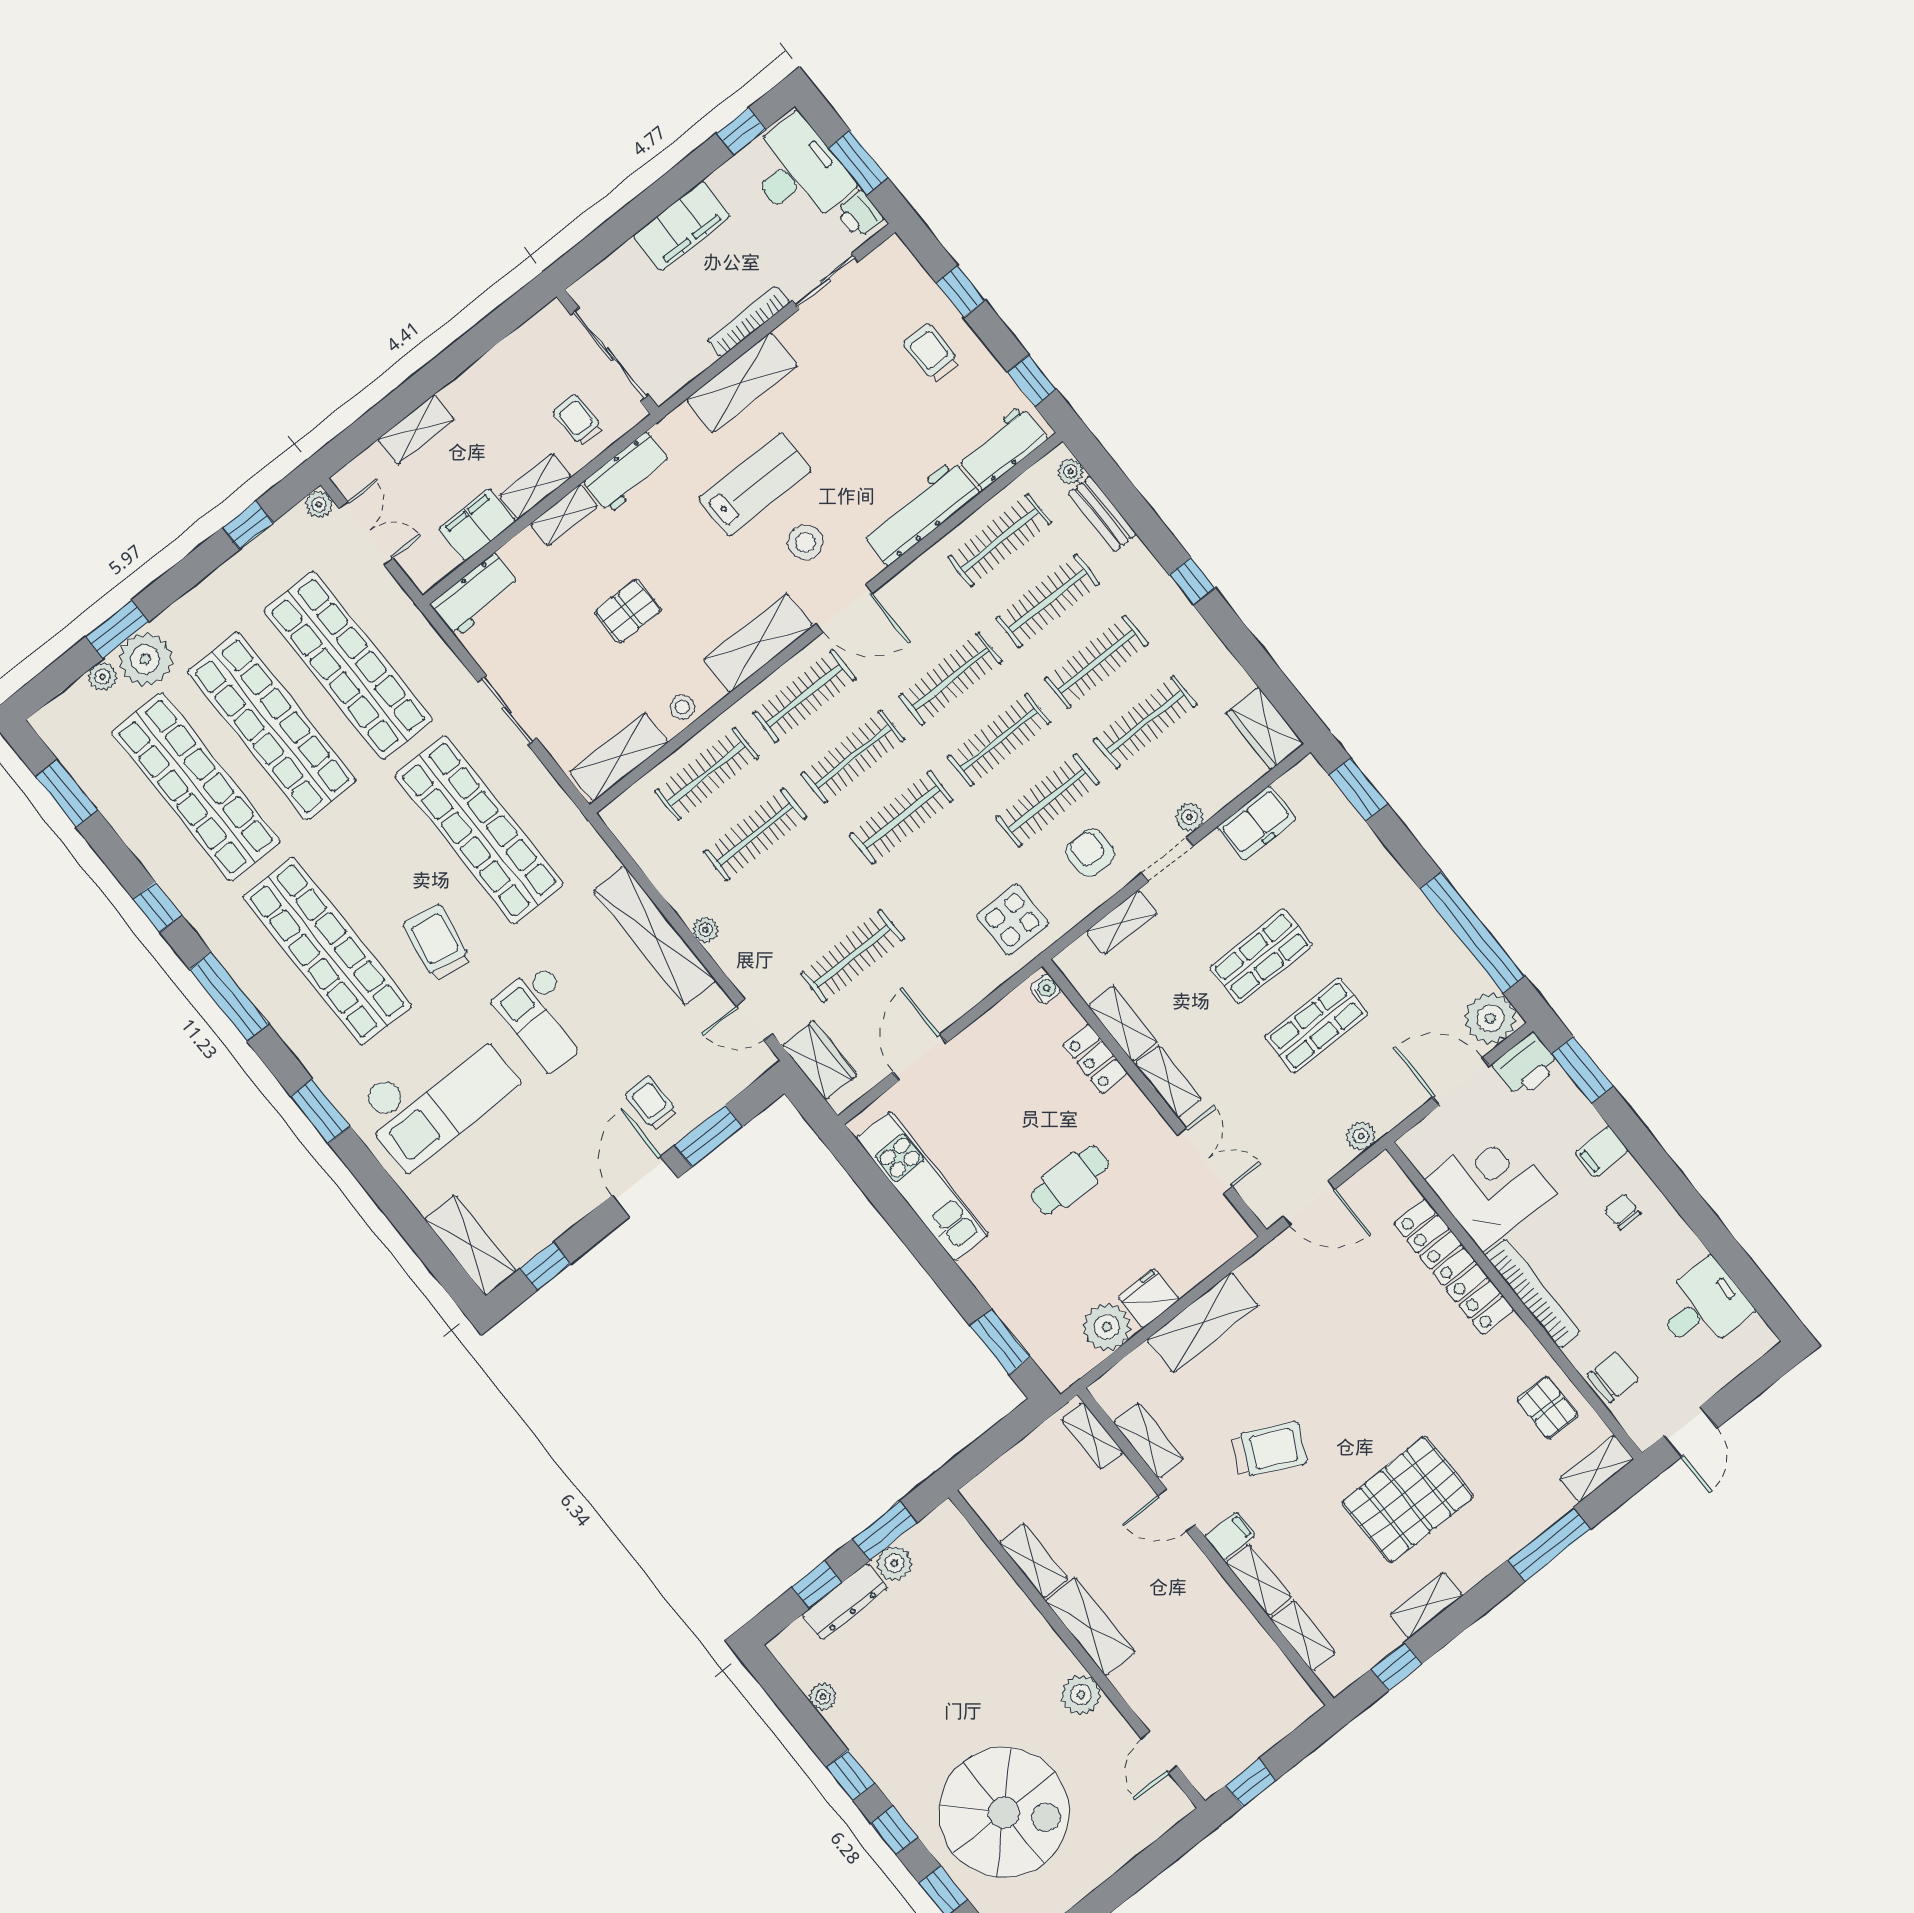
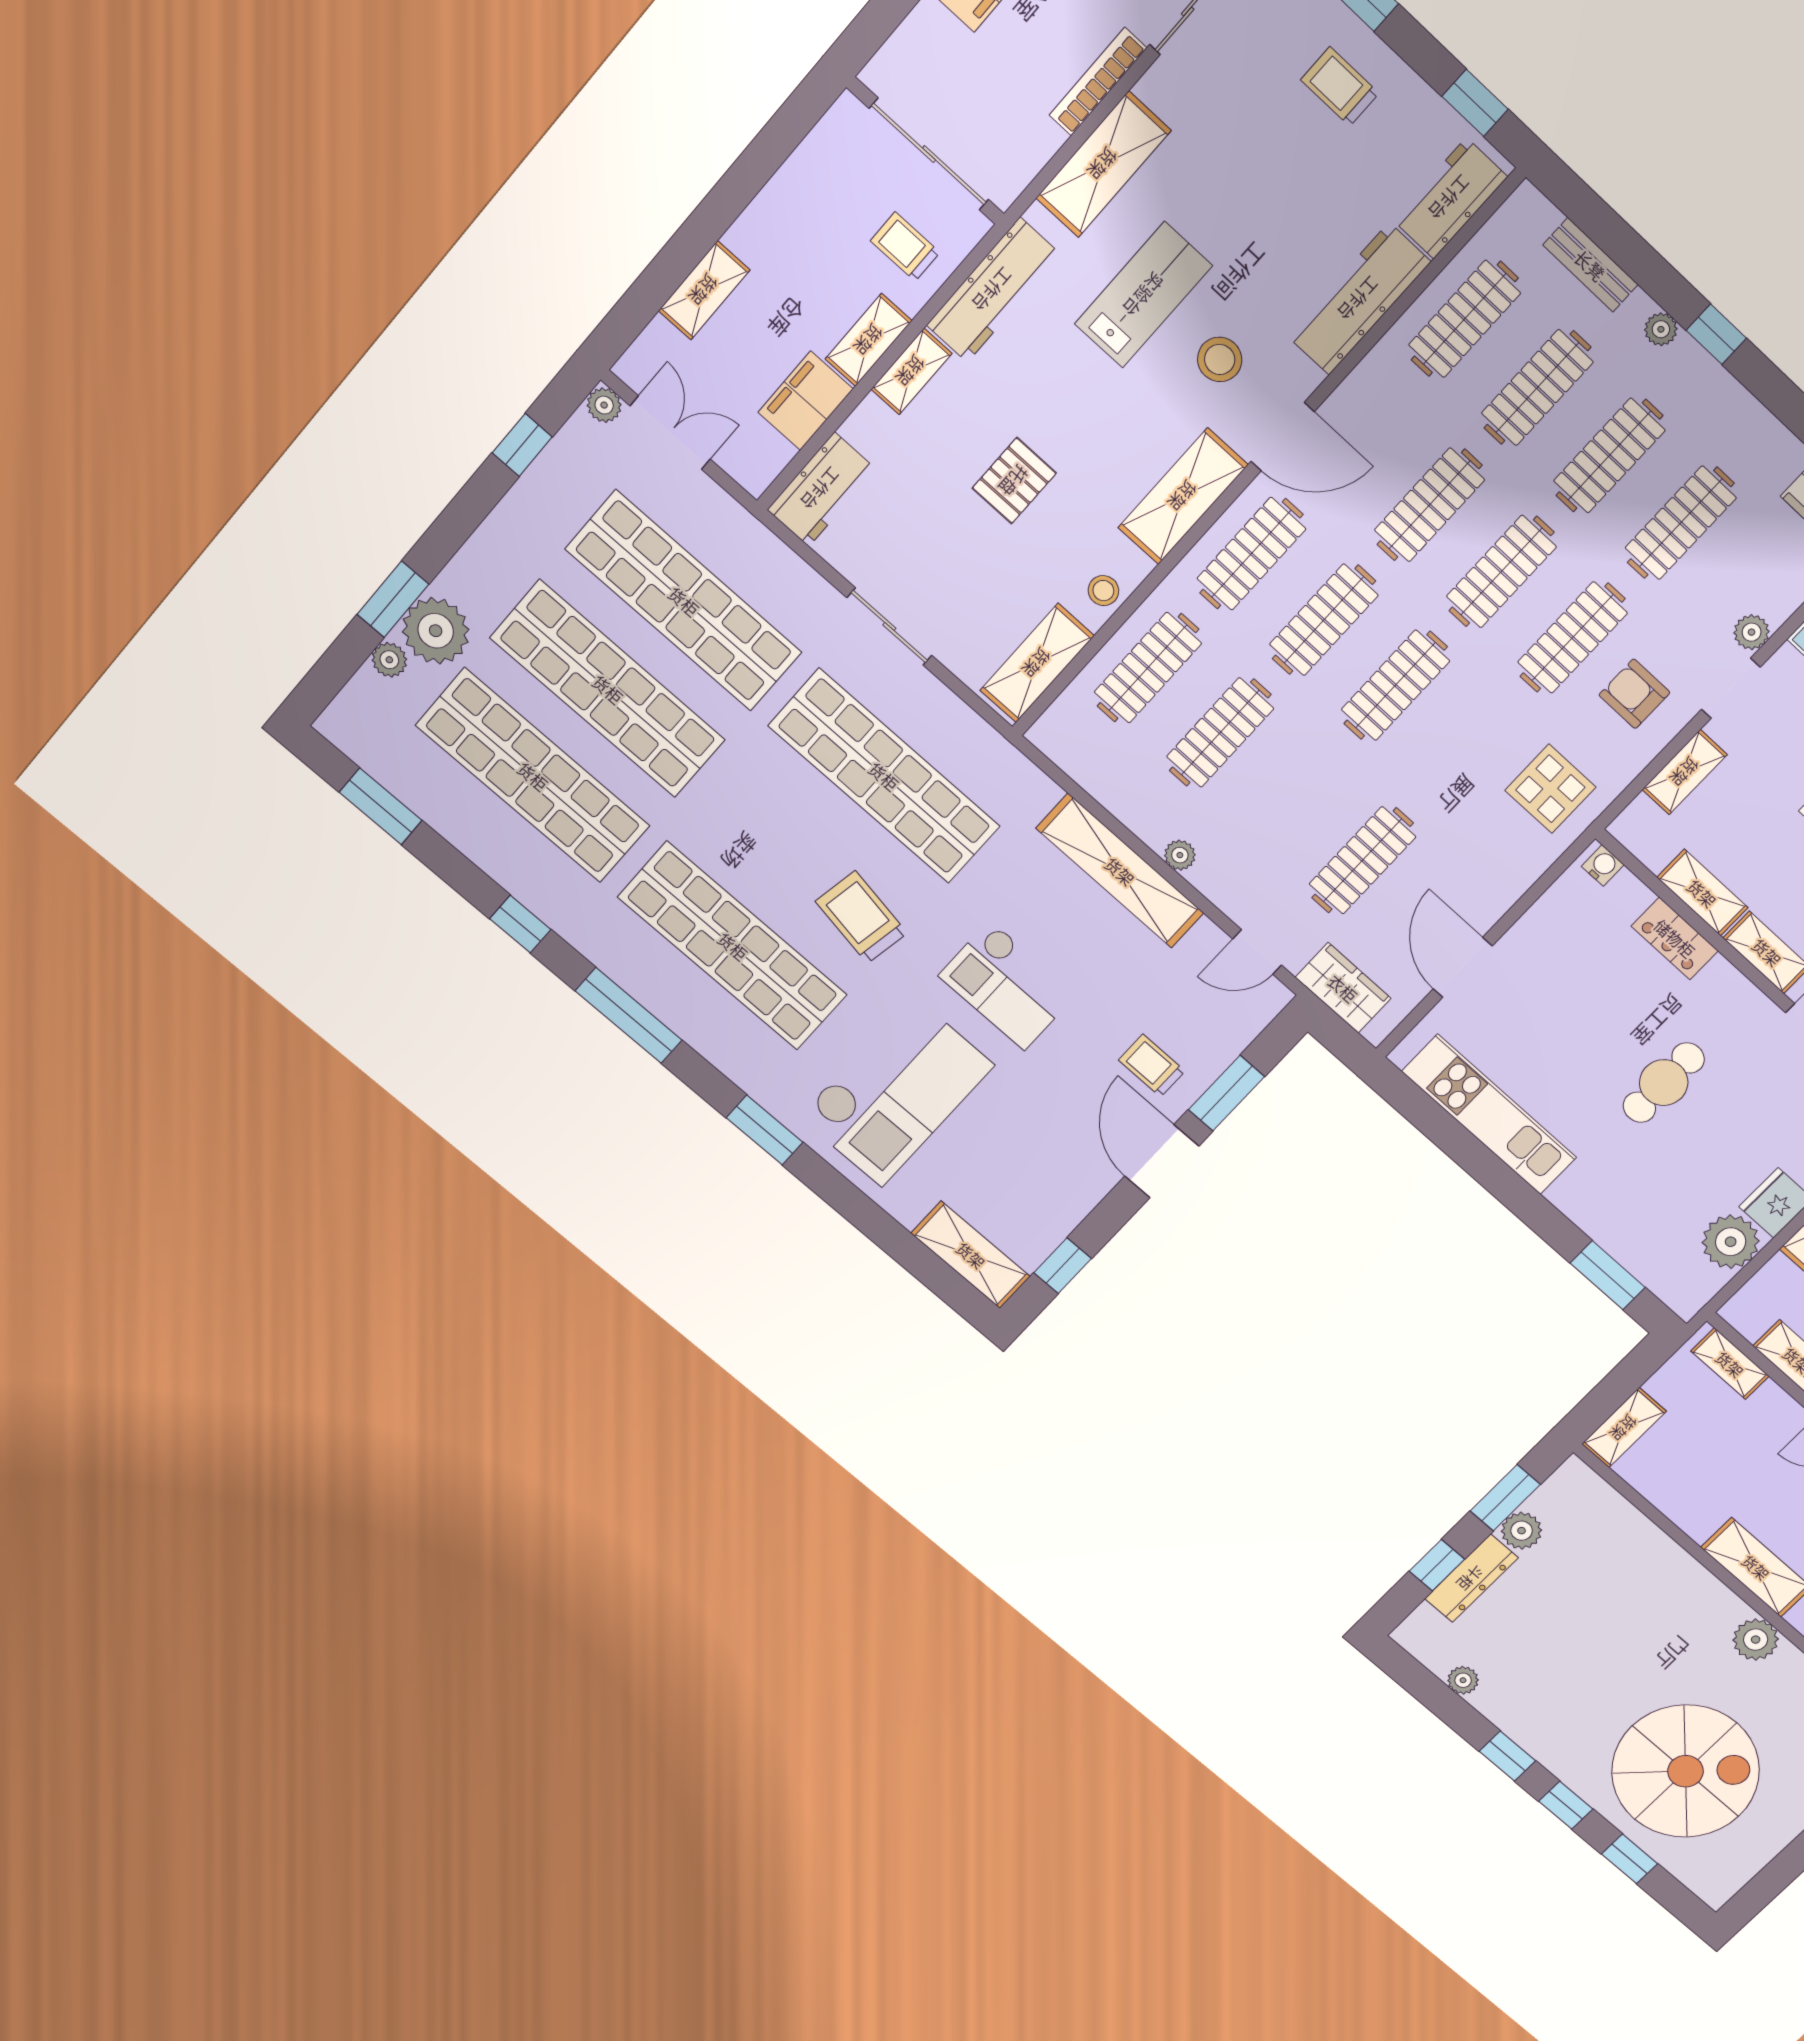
plant: (1070, 471) -> (1661, 329), moved
workbench: (628, 473) -> (993, 290), width x1.37
shelving: (1034, 1561) -> (1624, 1428), moved, turned 90

